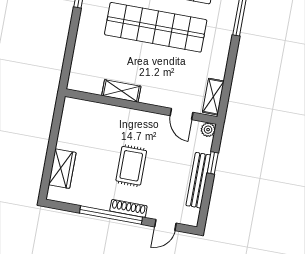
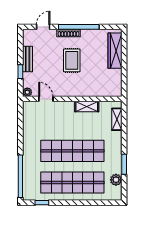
shelving: (213, 97) -> (117, 119), moved
wardrobe: (62, 169) -> (115, 51), width x1.50
bench: (198, 180) -> (28, 59), width x0.73

